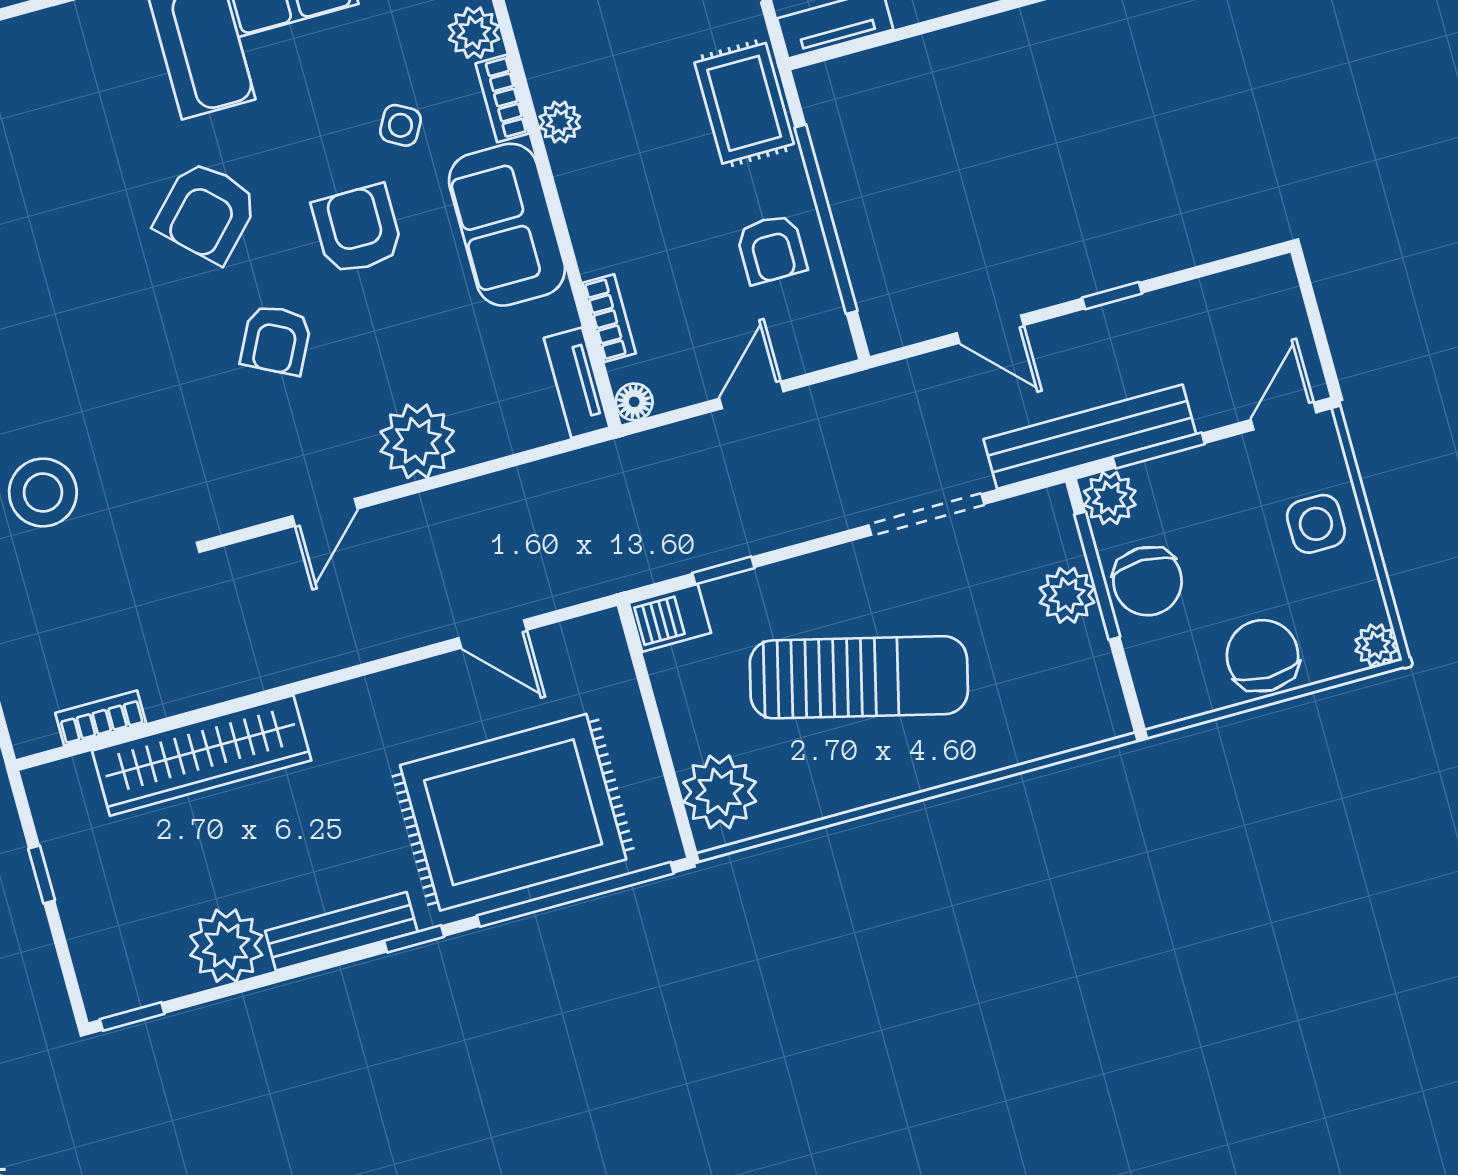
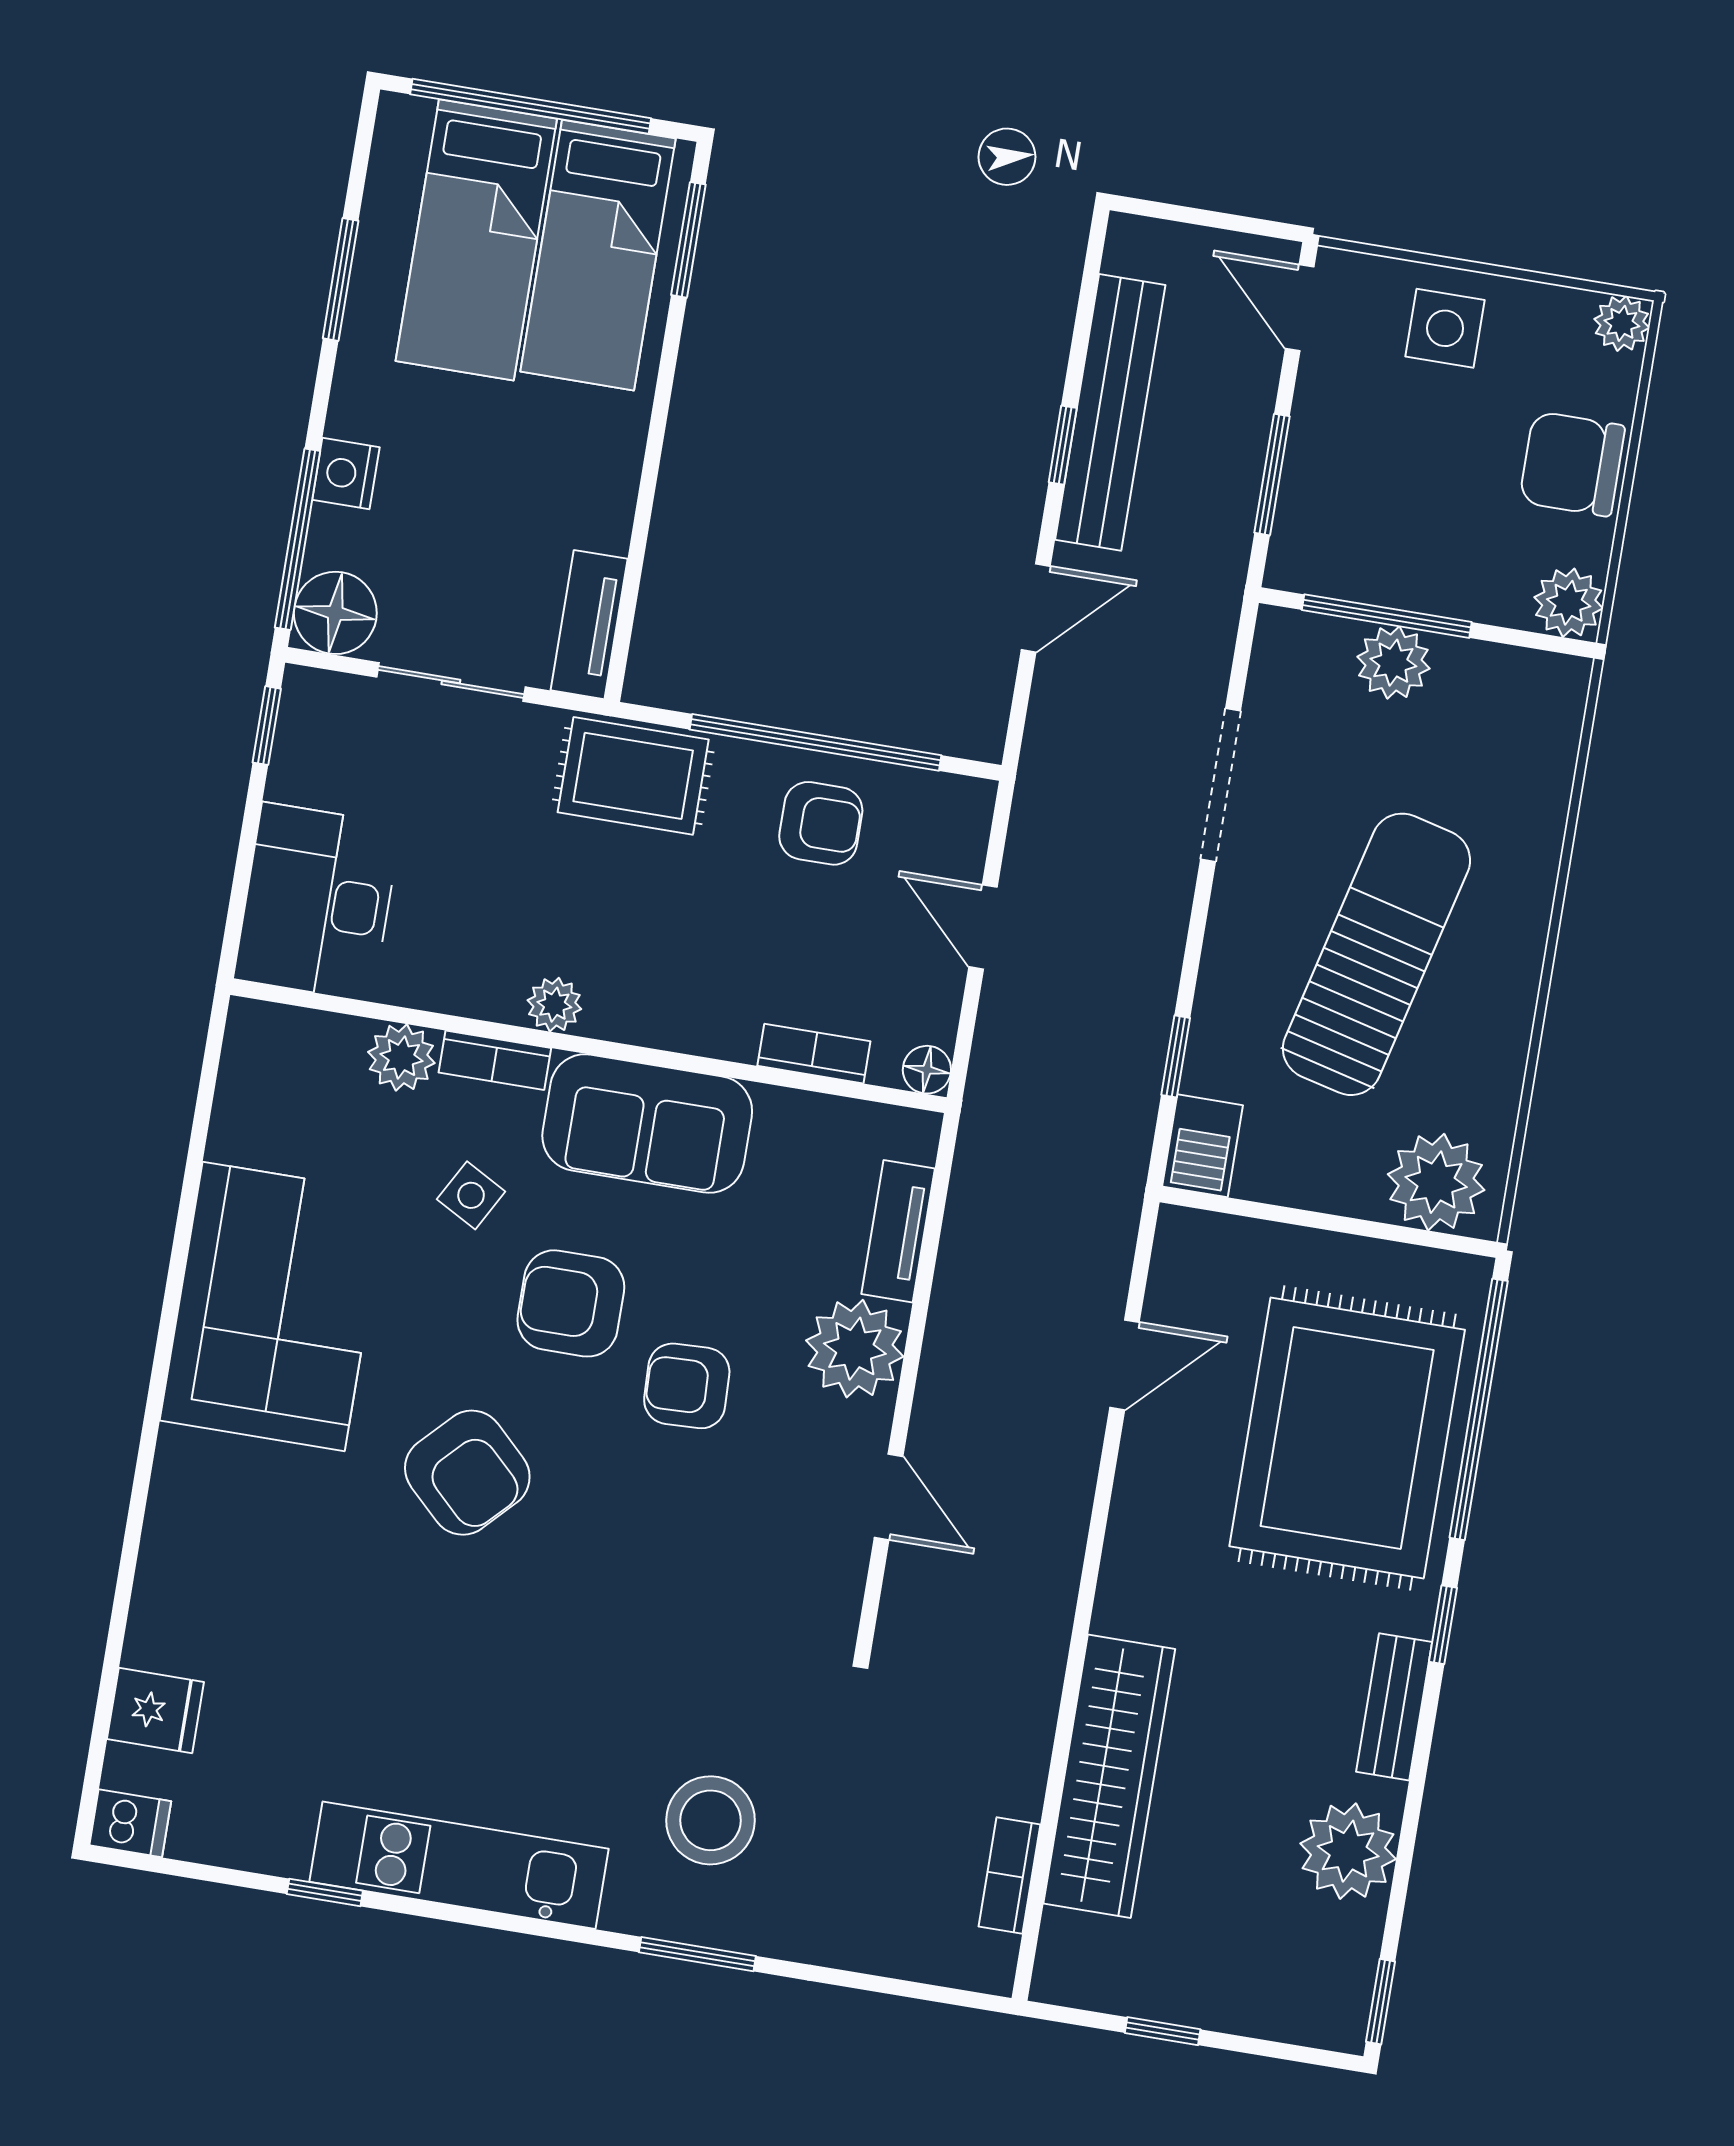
armchair: (276, 340) -> (687, 1386), moved, turned 151
tv unit: (577, 383) -> (898, 1231), moved, turned 90
bench: (1090, 437) -> (1110, 412), moved
plant: (1110, 498) -> (1569, 603), moved
chair: (1148, 581) -> (1421, 559), removed
bench: (341, 931) -> (1394, 1707), width x0.73

